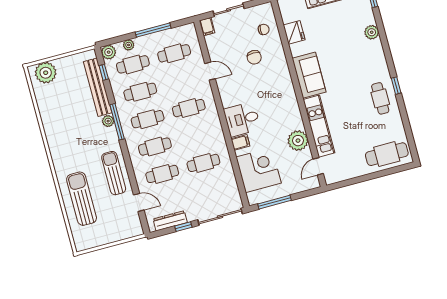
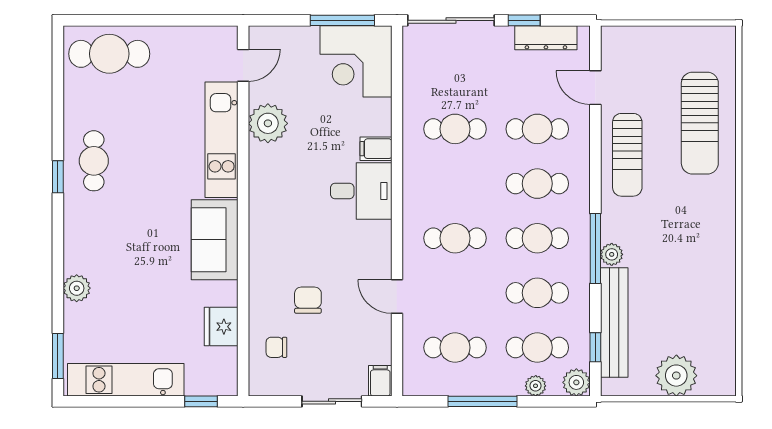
plant: (46, 73) -> (676, 376), moved
corner desk: (259, 170) -> (356, 61), moved

